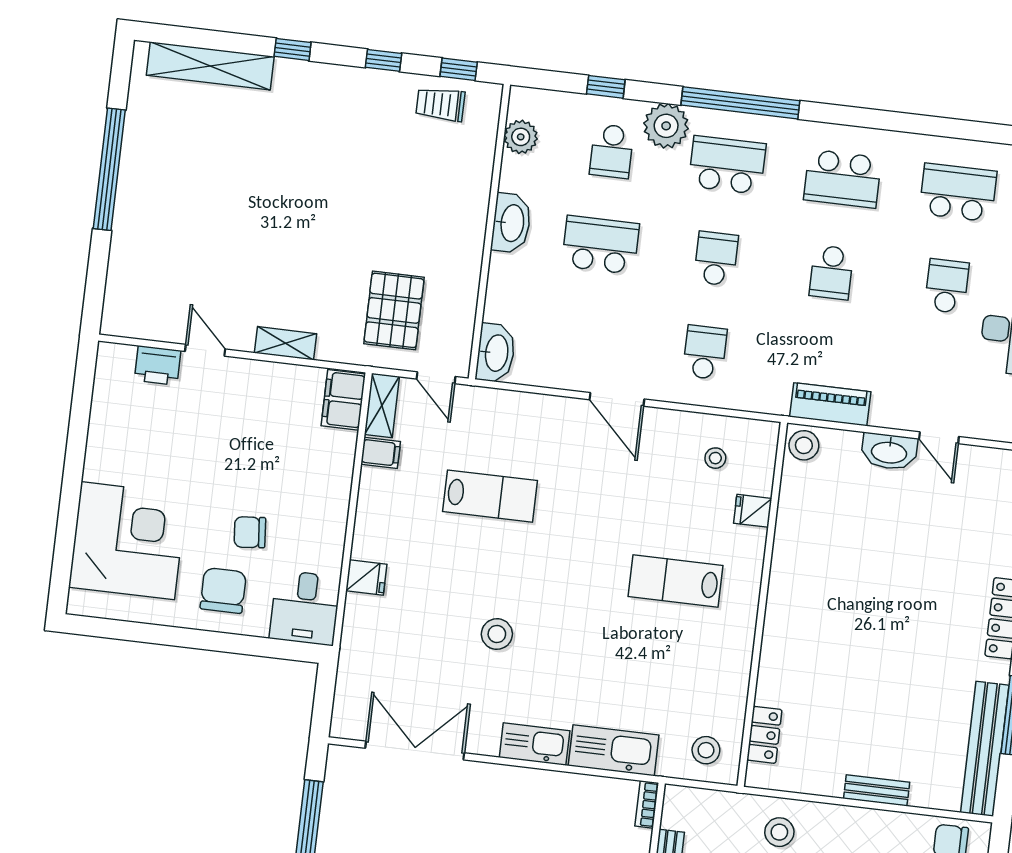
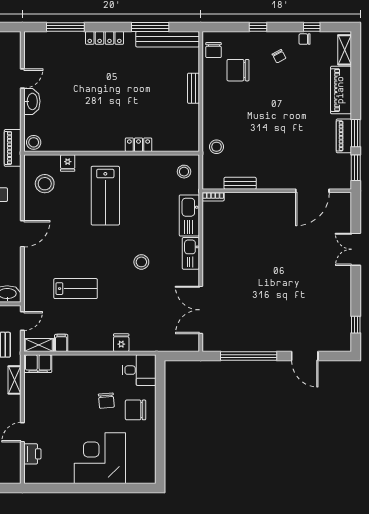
shelving: (285, 343) -> (15, 380), moved
piano: (830, 404) -> (13, 148), moved
stool: (715, 458) -> (45, 184), width x1.89, depth x1.89
lab bench: (490, 496) -> (76, 289), turned 90
corner desk: (128, 541) -> (100, 458), moved
lab bench: (675, 581) -> (105, 196), width x1.36, depth x1.39
stool: (497, 634) -> (141, 262), moved
locker: (764, 735) -> (139, 145), moved
stool: (779, 832) -> (216, 147), moved

